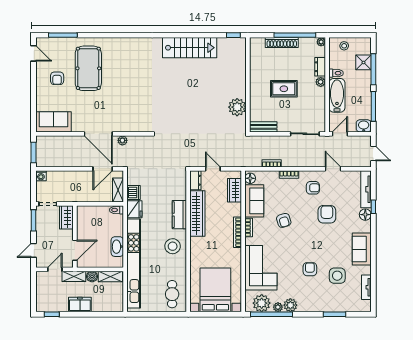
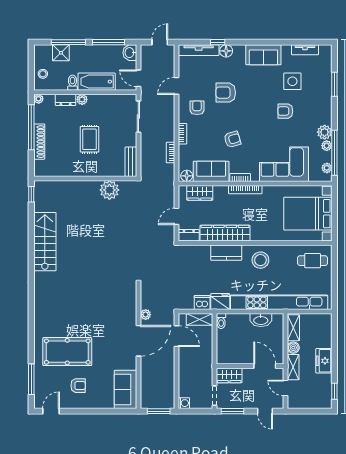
plant: (262, 303) -> (327, 168), width x0.53, depth x0.53

